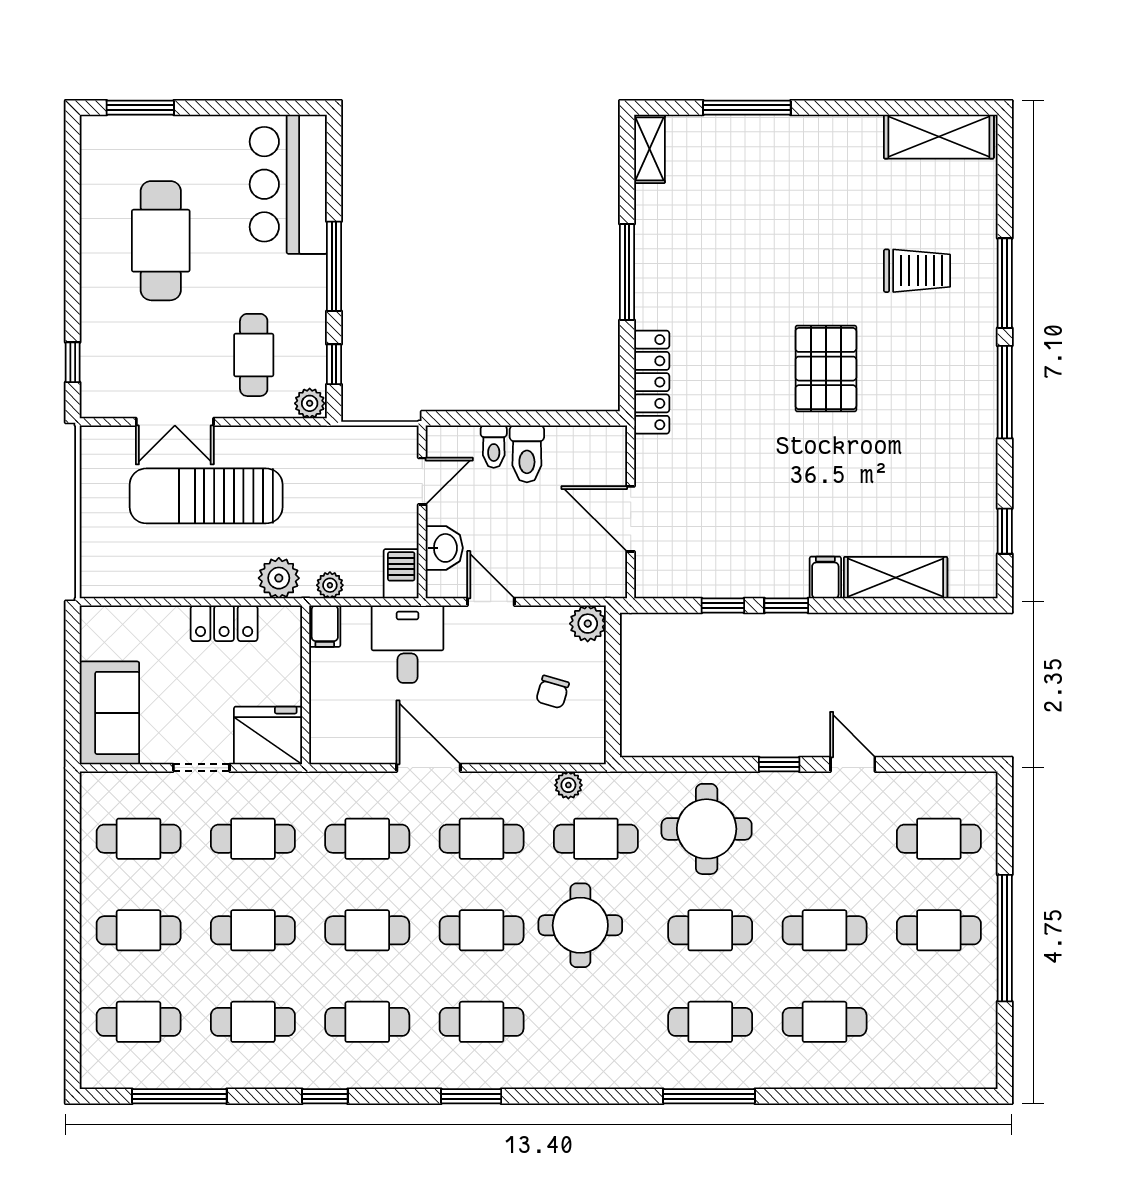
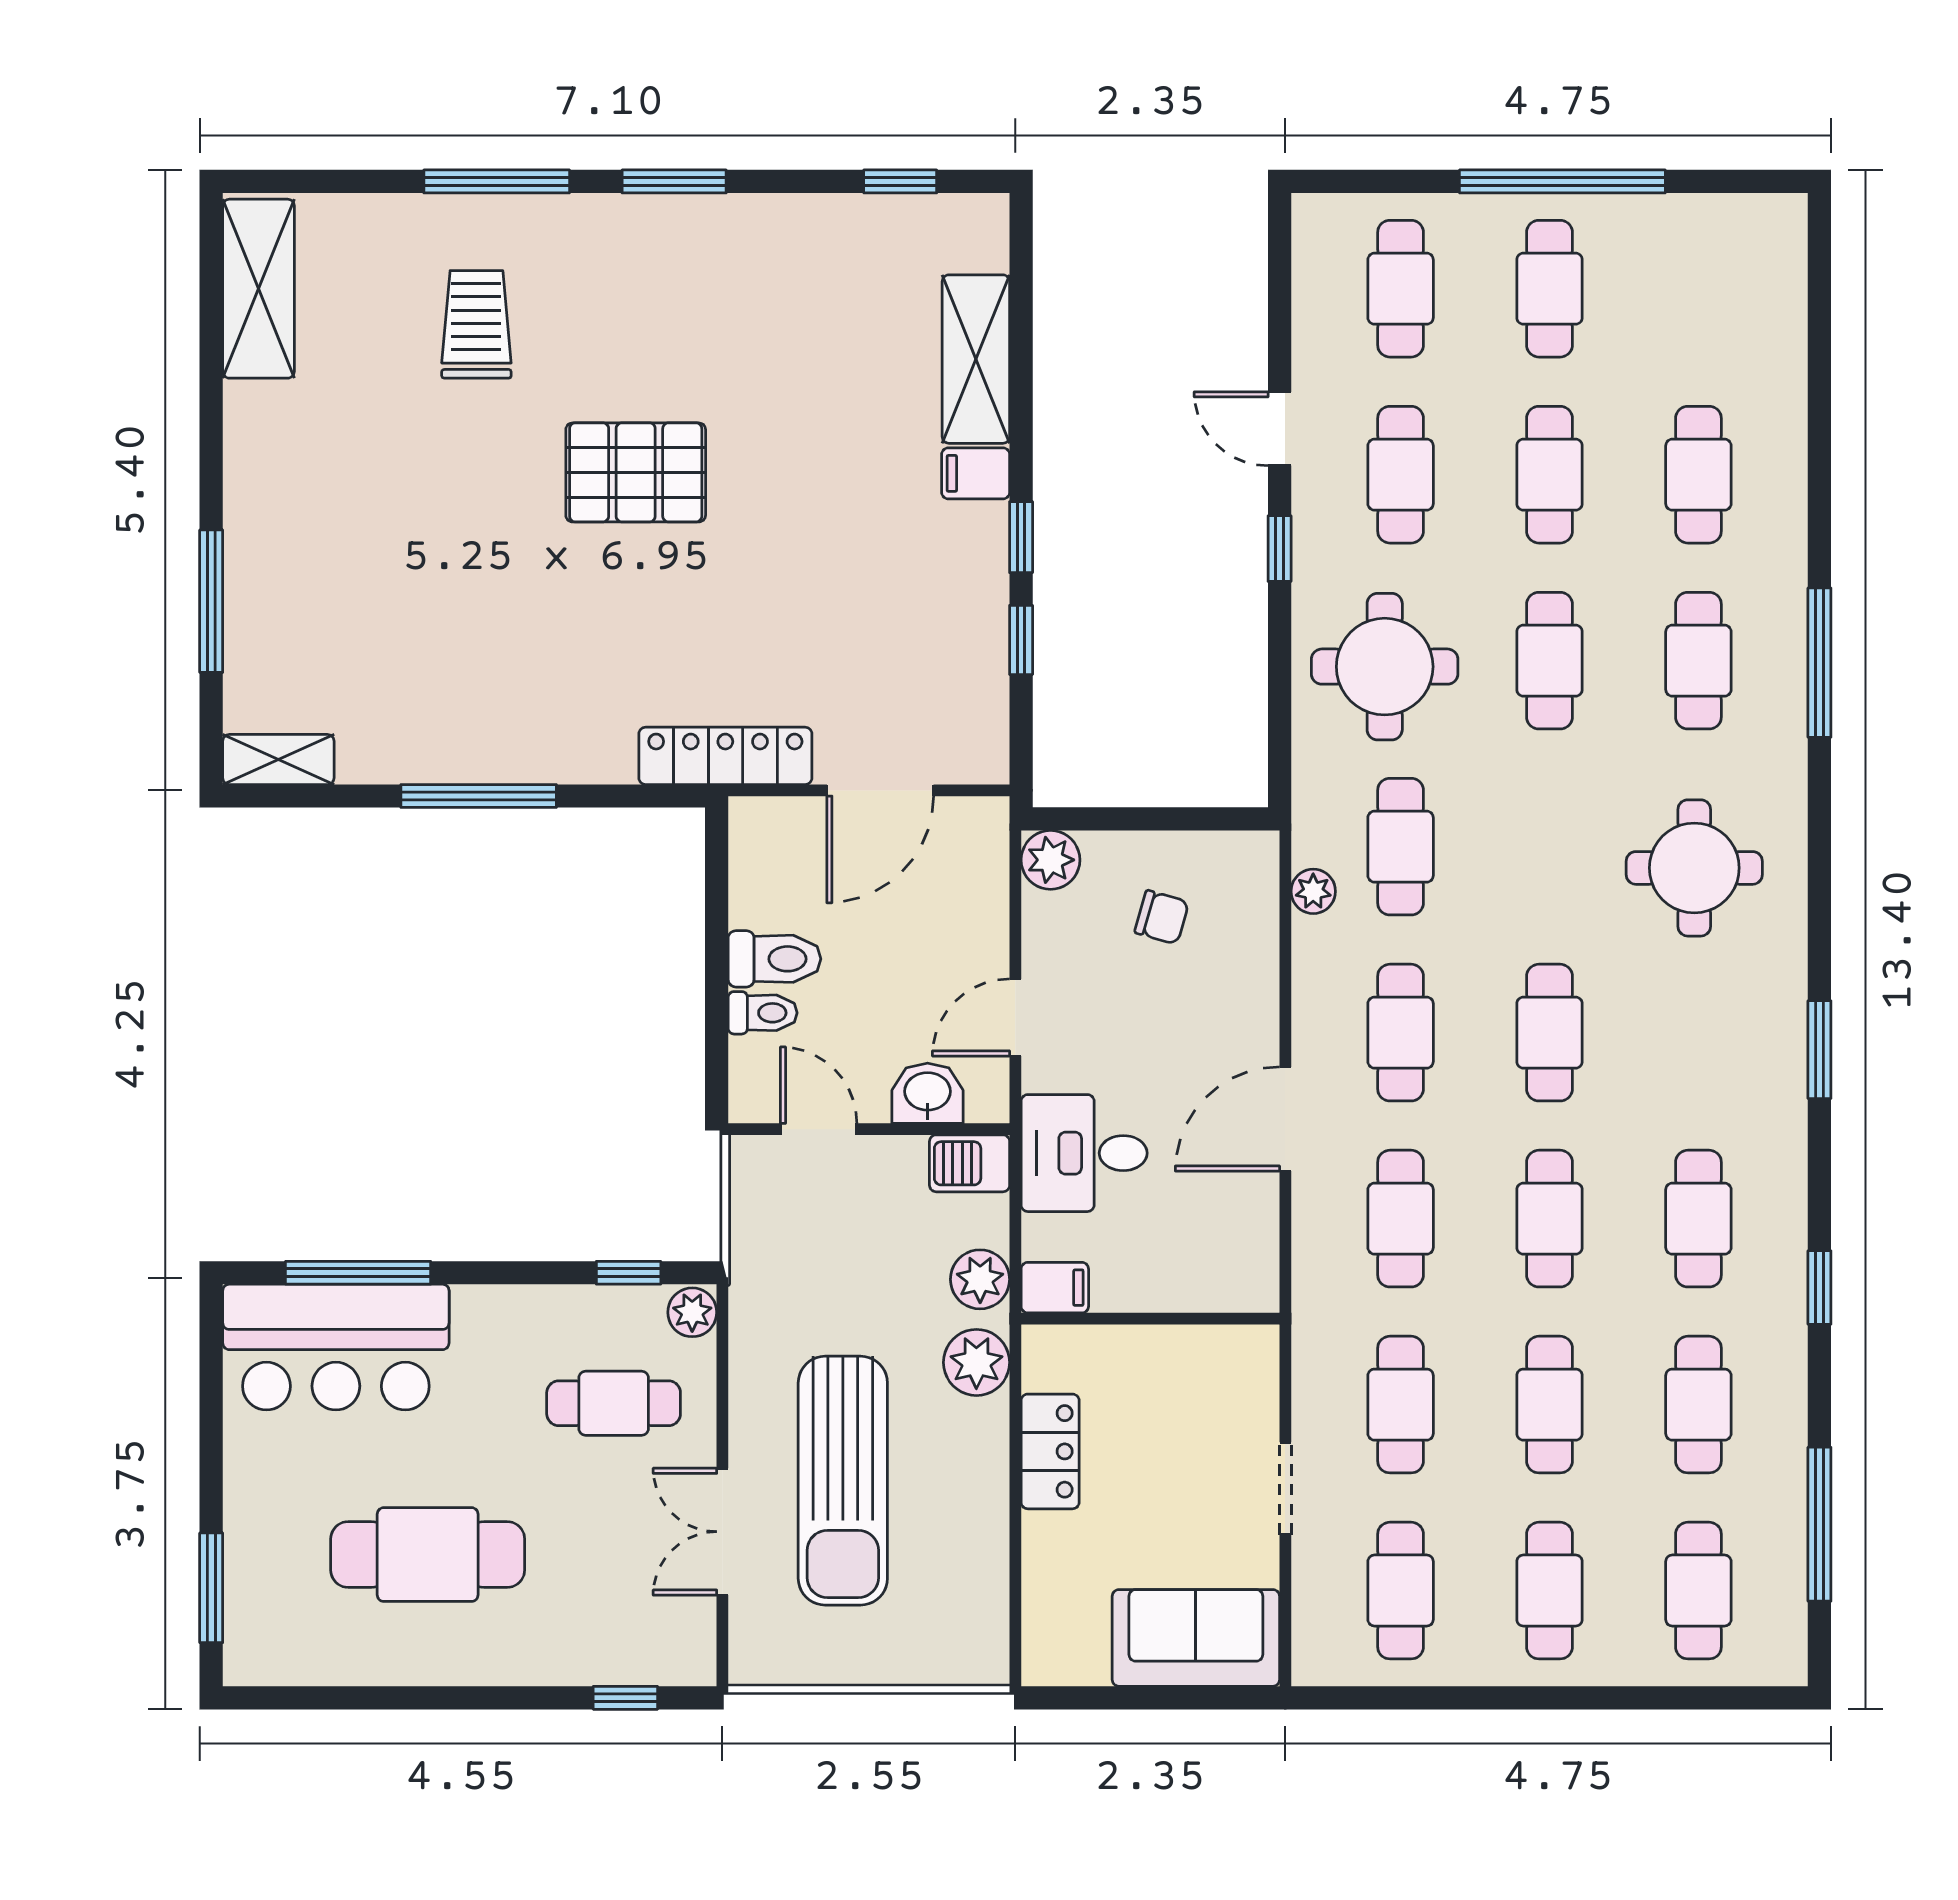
window: (334, 266) -> (358, 1273), moved
locker: (652, 382) -> (725, 756), moved
window: (1005, 392) -> (674, 181), width x0.69
double door: (175, 422) -> (722, 1532), swing flipped
plant: (330, 585) -> (980, 1279), width x1.38, depth x1.38
fridge: (268, 735) -> (1233, 1380), removed
door: (853, 764) -> (1280, 429), hinge flipped
round table: (580, 925) -> (1694, 868), moved
cafe table: (482, 1022) -> (1401, 475), moved

